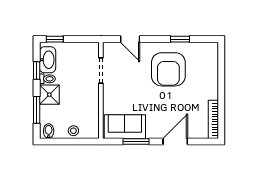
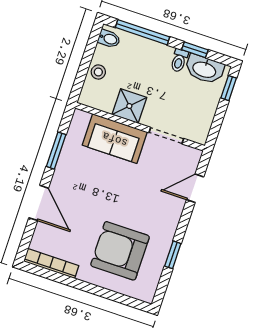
armchair: (168, 69) -> (120, 251), moved
shower: (49, 95) -> (129, 106), moved
window: (37, 110) -> (143, 32), width x1.44
sofa: (125, 127) -> (115, 139), moved, turned 90

